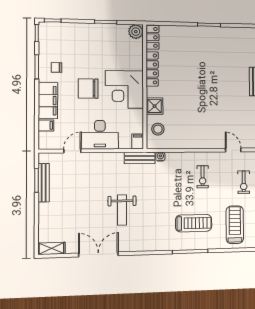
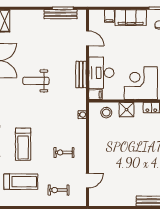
chair: (88, 89) -> (141, 52), removed
desk: (100, 135) -> (101, 73), moved
bench: (140, 158) -> (81, 75), moved

